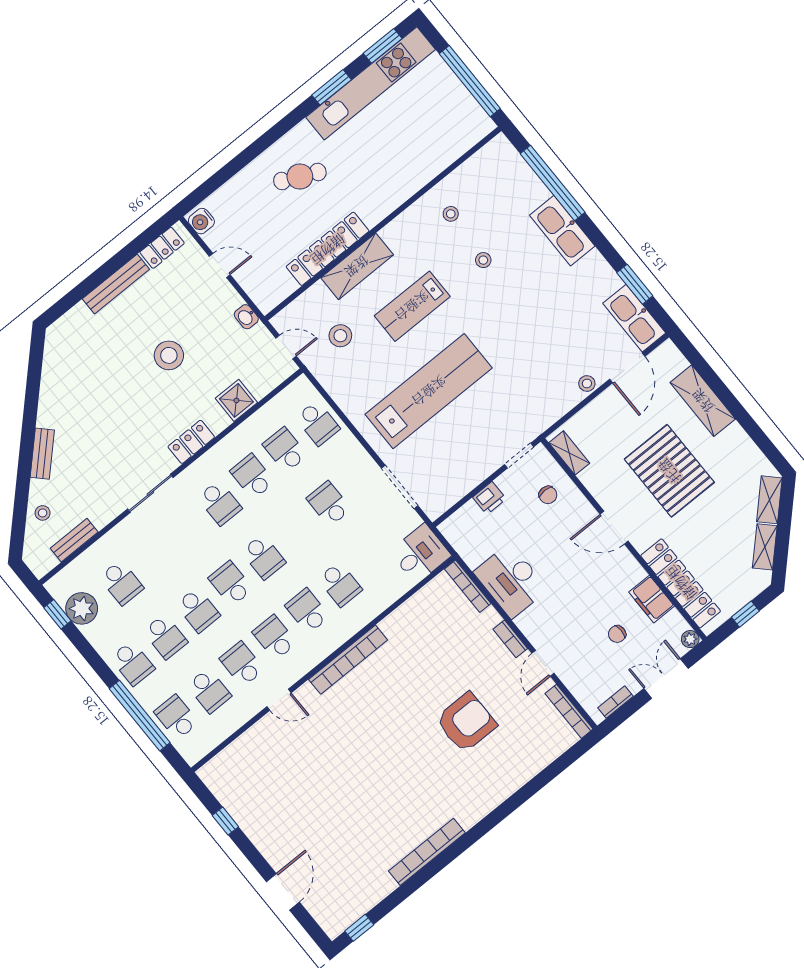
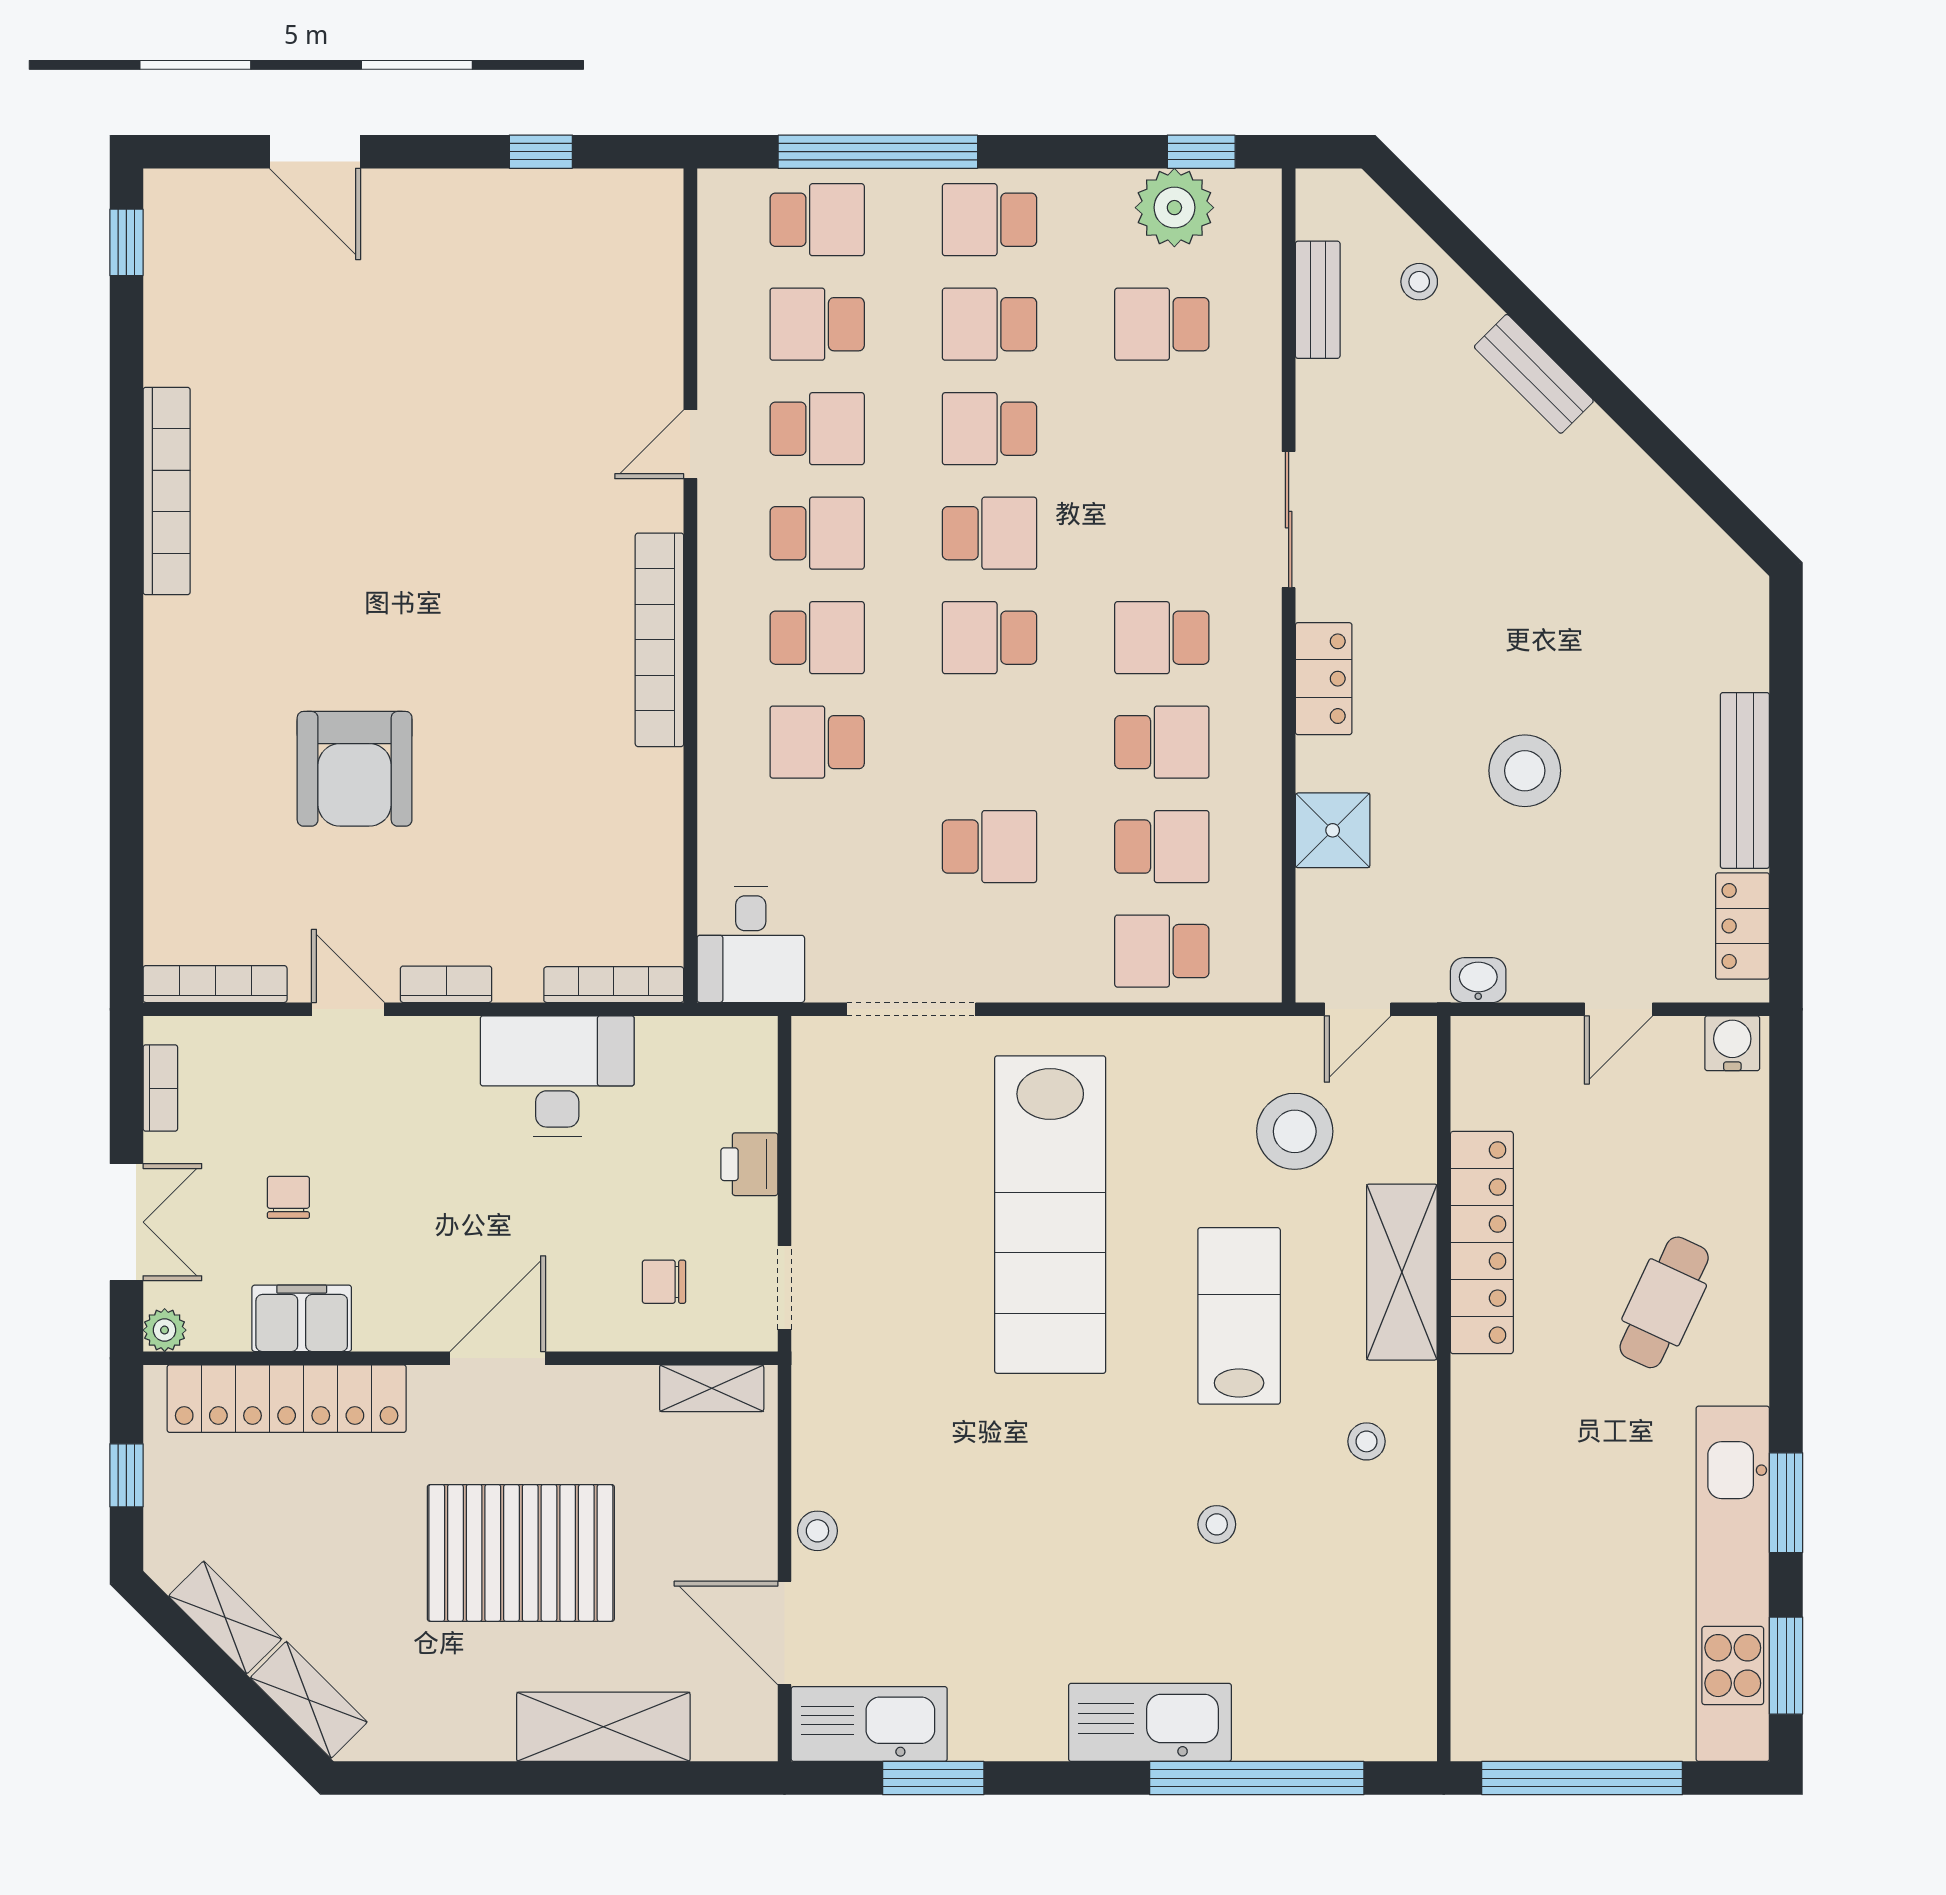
stool: (451, 214) -> (1367, 1441), moved
stool: (340, 336) -> (1295, 1131), width x1.38, depth x1.38

